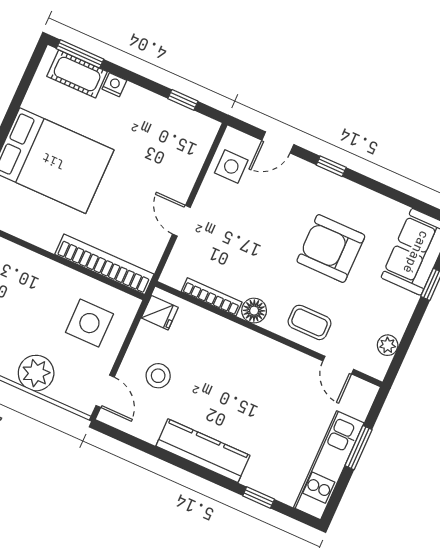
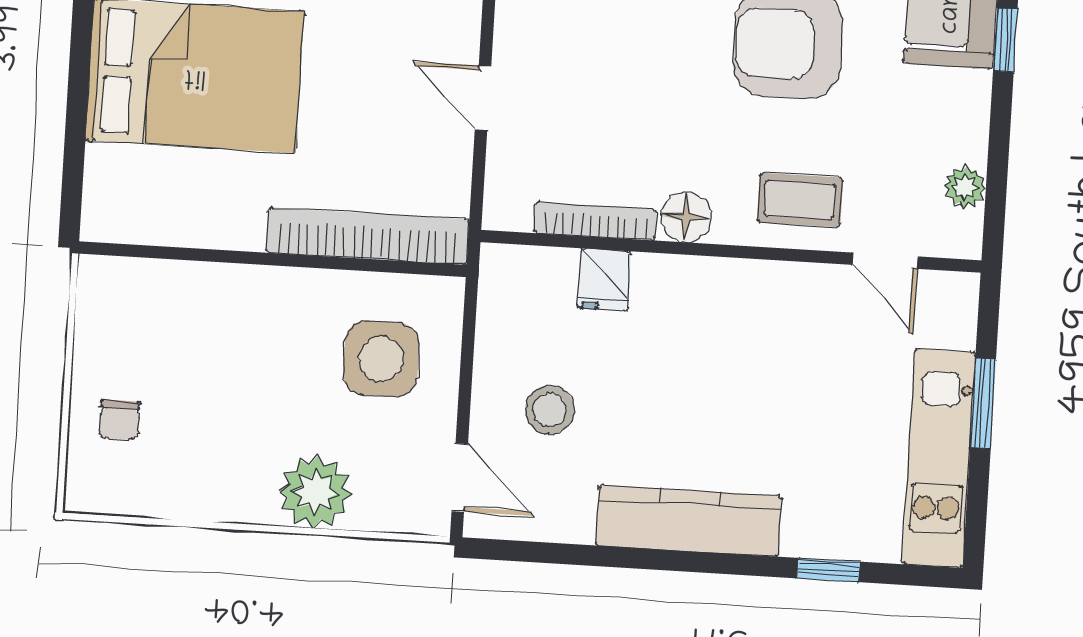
fridge: (160, 313) -> (604, 280), moved, turned 90

